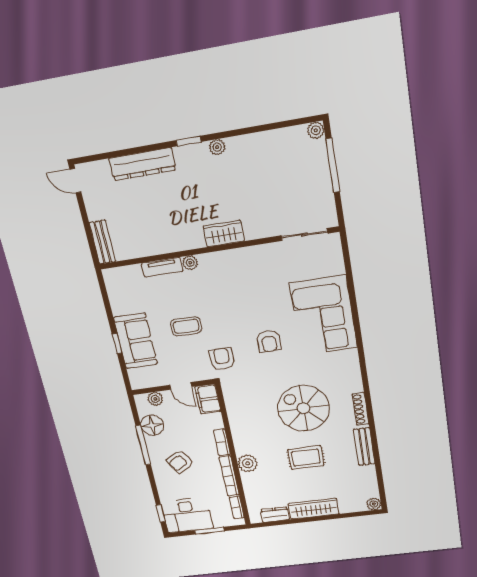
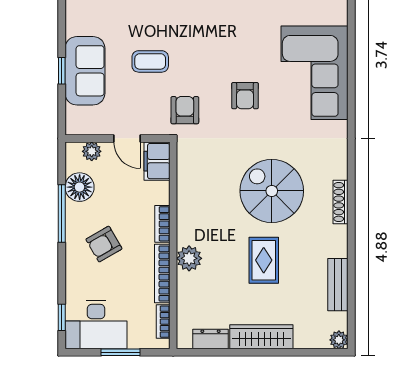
bench: (364, 447) -> (338, 285), moved
rug: (306, 457) -> (264, 260), turned 90

